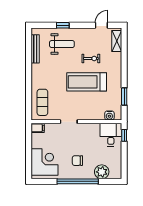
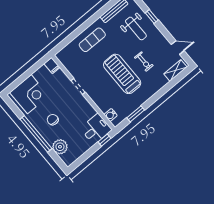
exercise mat: (42, 102) -> (92, 40), moved

